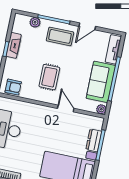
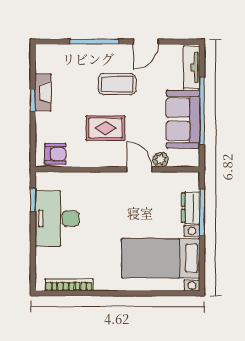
plant: (35, 22) -> (68, 52), removed
coffee table: (60, 36) -> (117, 84), moved
rug: (49, 77) -> (106, 128), turned 90
plant: (101, 109) -> (161, 160), moved

